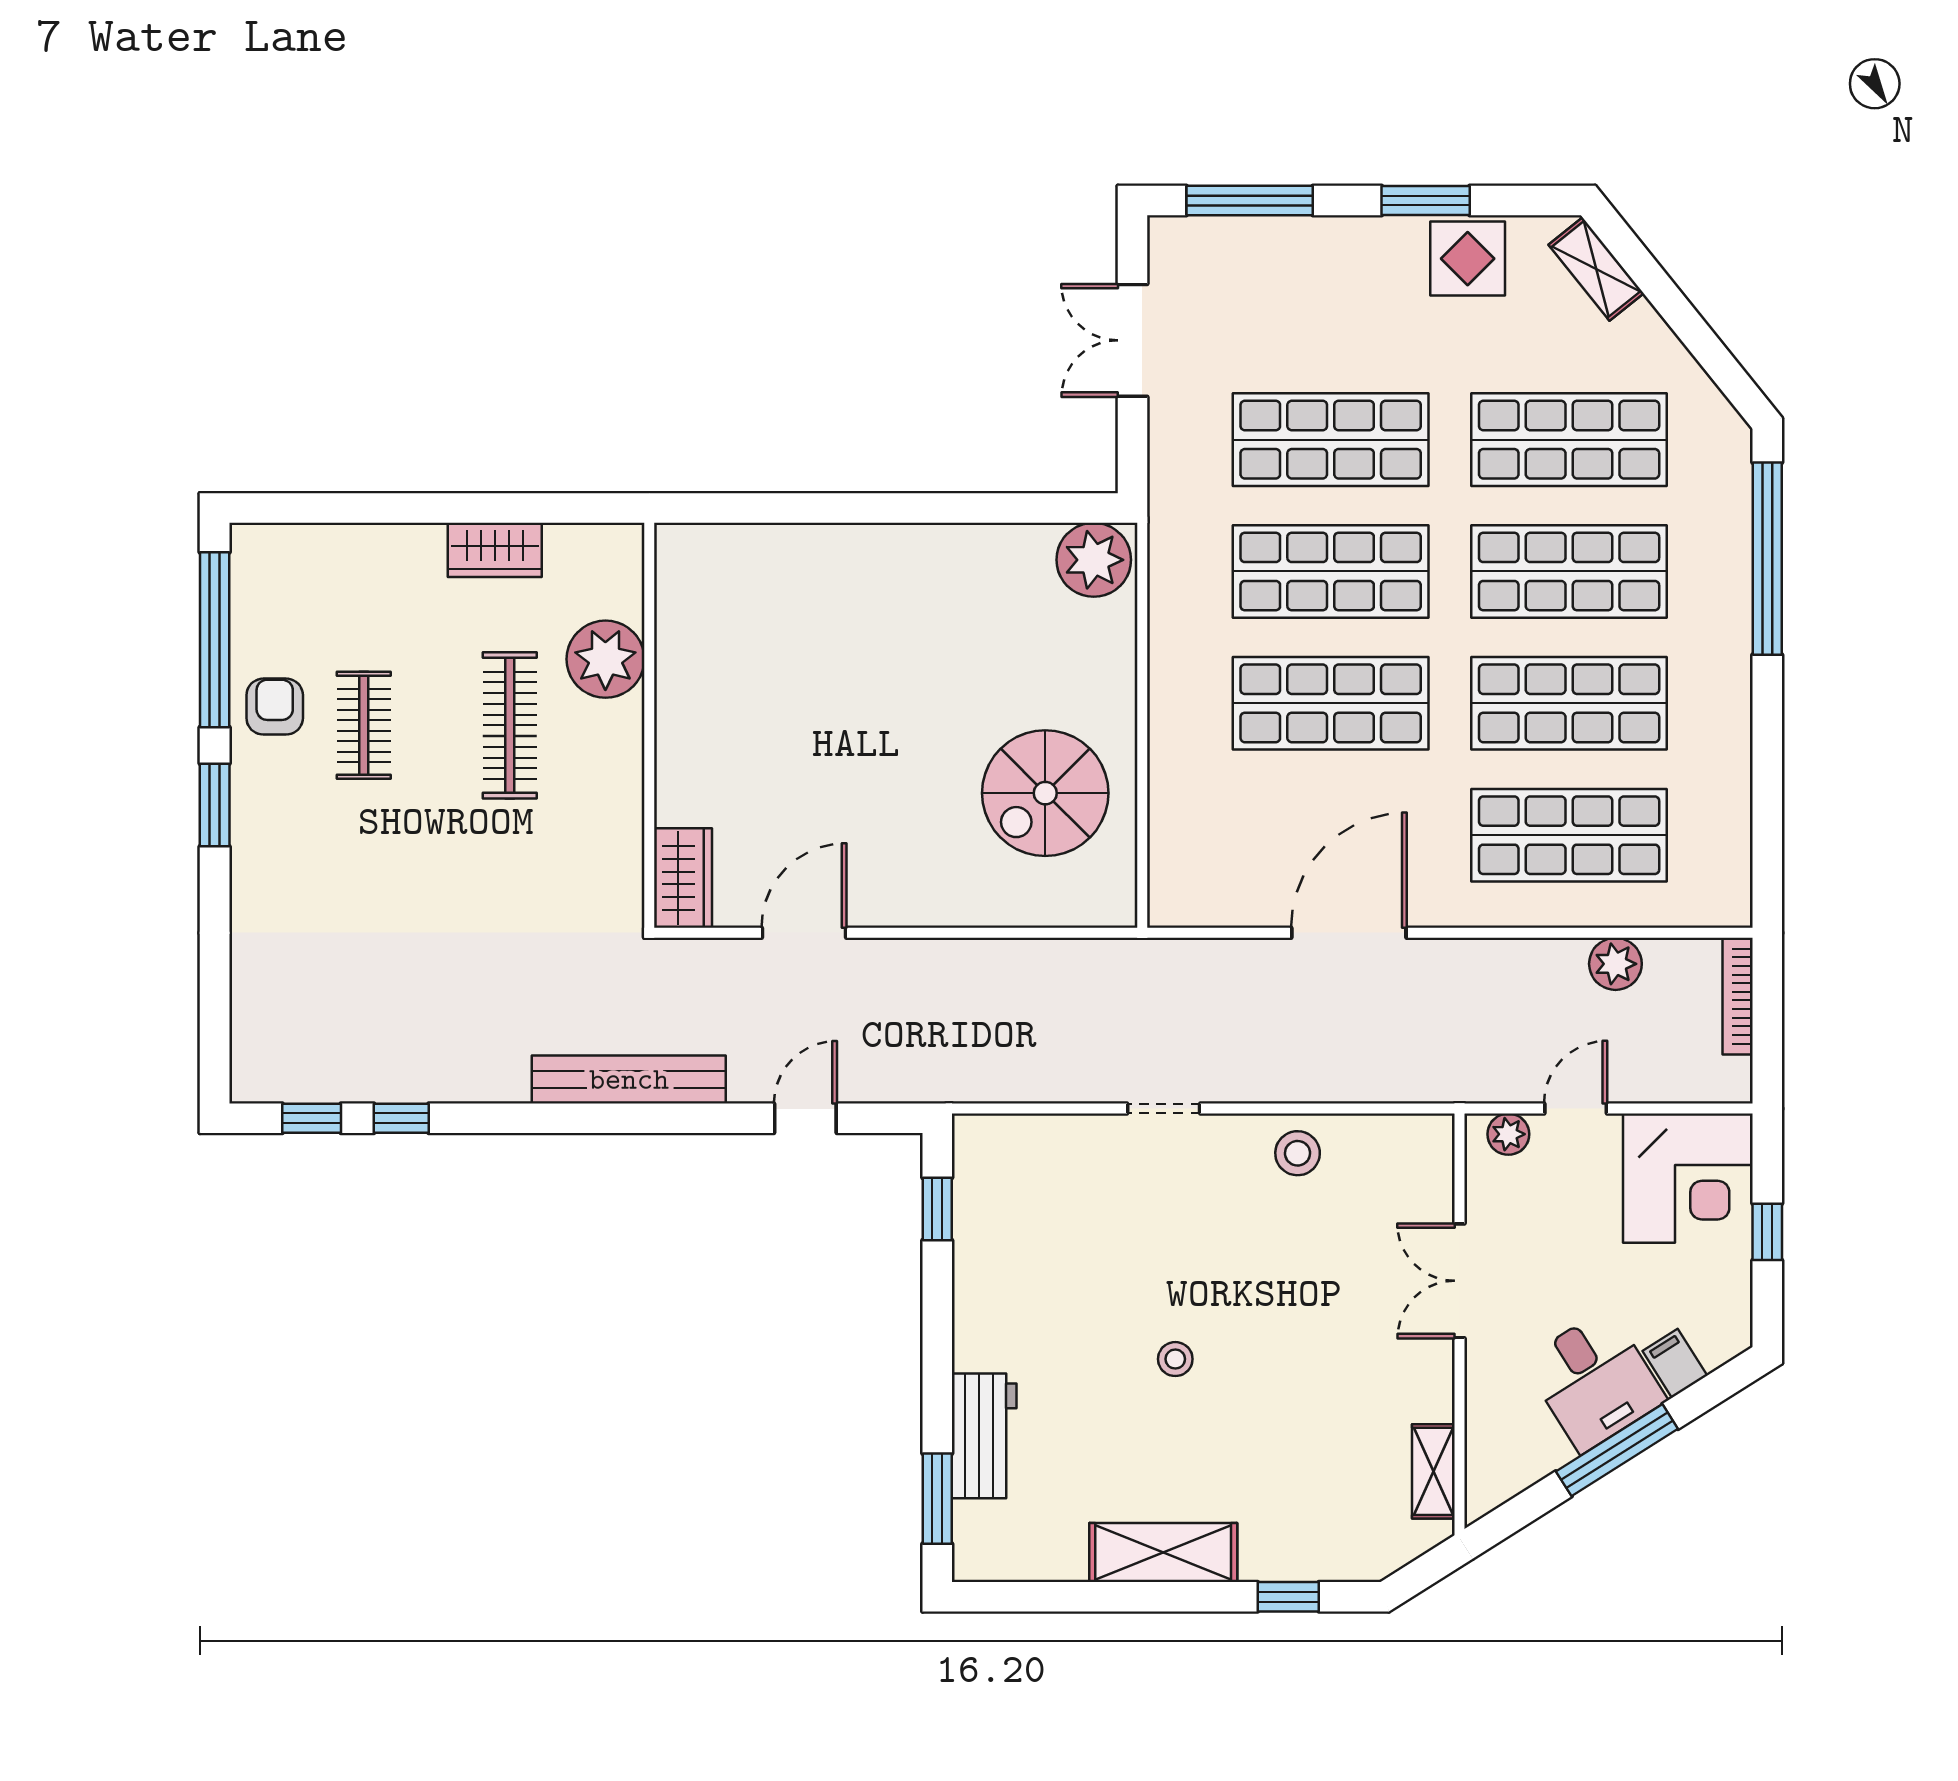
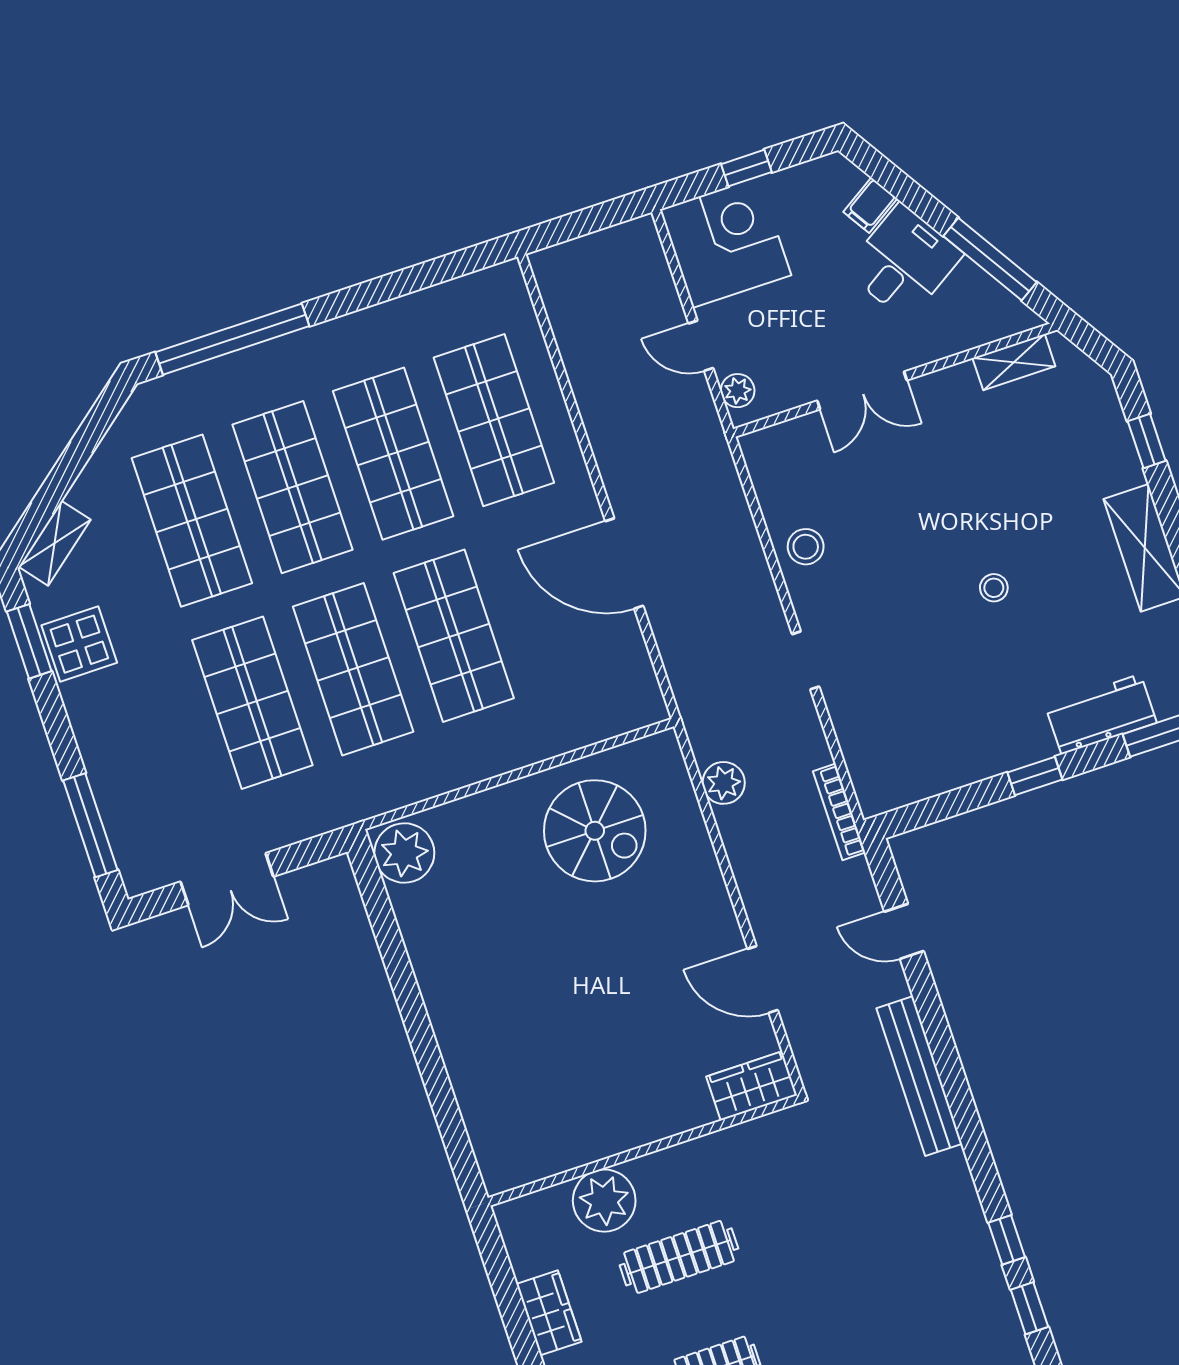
window: (1426, 200) -> (29, 641), moved
plant: (1615, 964) -> (724, 783), moved
bookcase: (1738, 996) -> (839, 812), moved, turned 90
window: (937, 1209) -> (1035, 776), moved
window: (1617, 1450) -> (990, 259), moved

